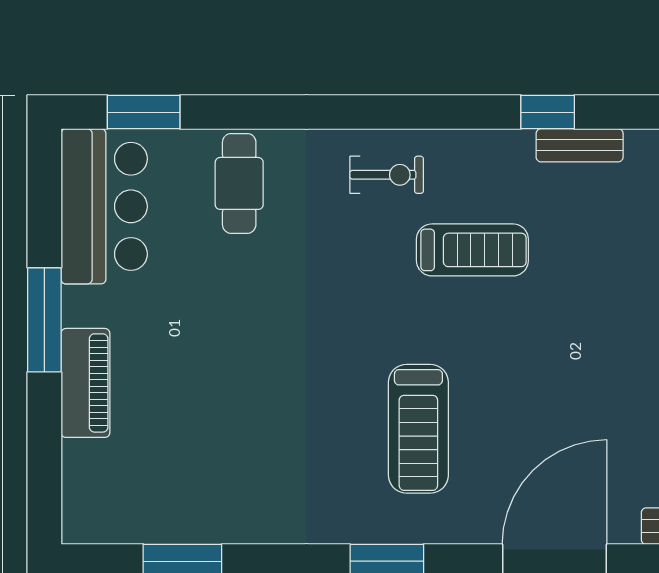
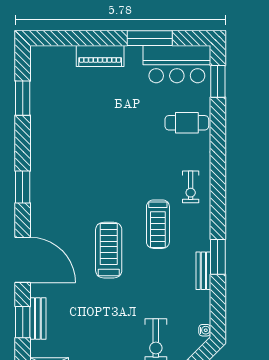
window: (548, 112) -> (218, 257), width x1.50
window: (44, 320) -> (150, 38), moved
treadmill: (418, 429) -> (109, 250), moved, turned 90

